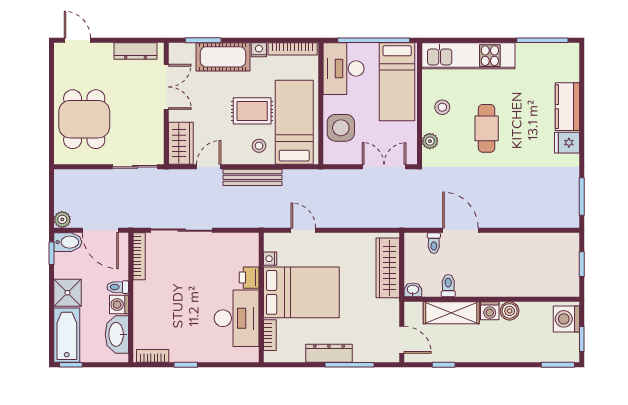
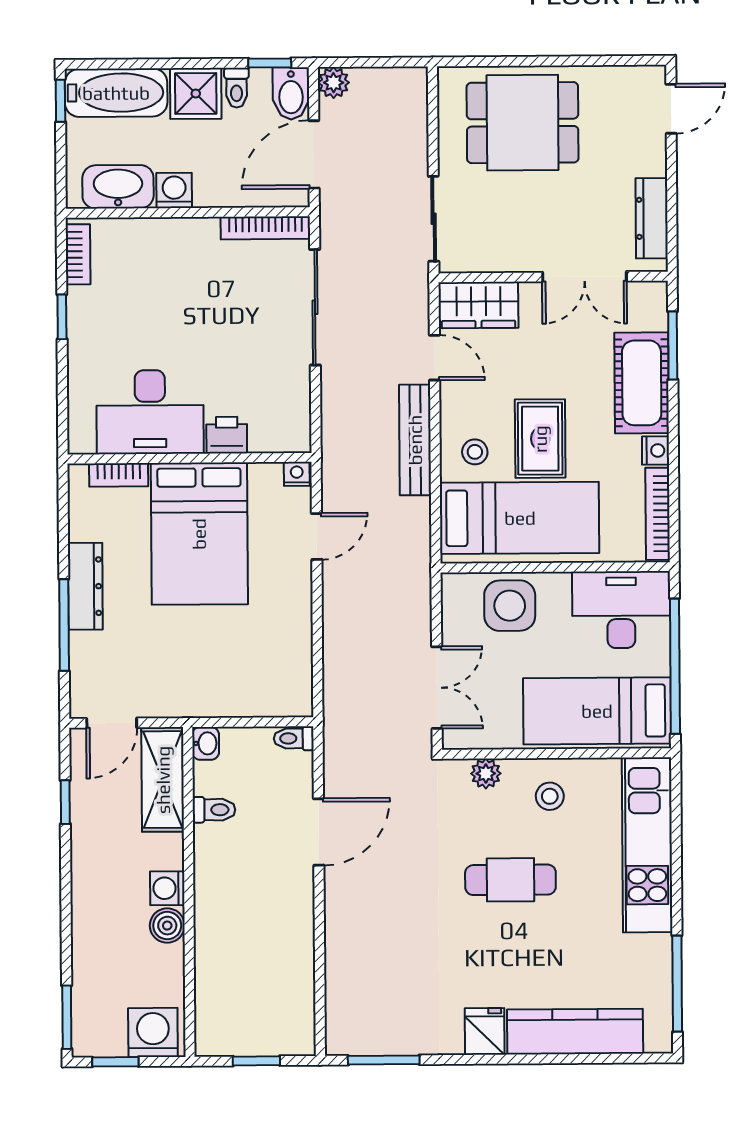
kitchen counter: (567, 107) -> (575, 1032), width x1.50
toilet: (434, 243) -> (294, 738), moved
nightstand: (270, 259) -> (297, 474), moved
wardrobe: (388, 268) -> (247, 696), removed
toilet: (118, 287) -> (237, 88), moved, turned 180
shelving: (451, 313) -> (163, 780), moved

